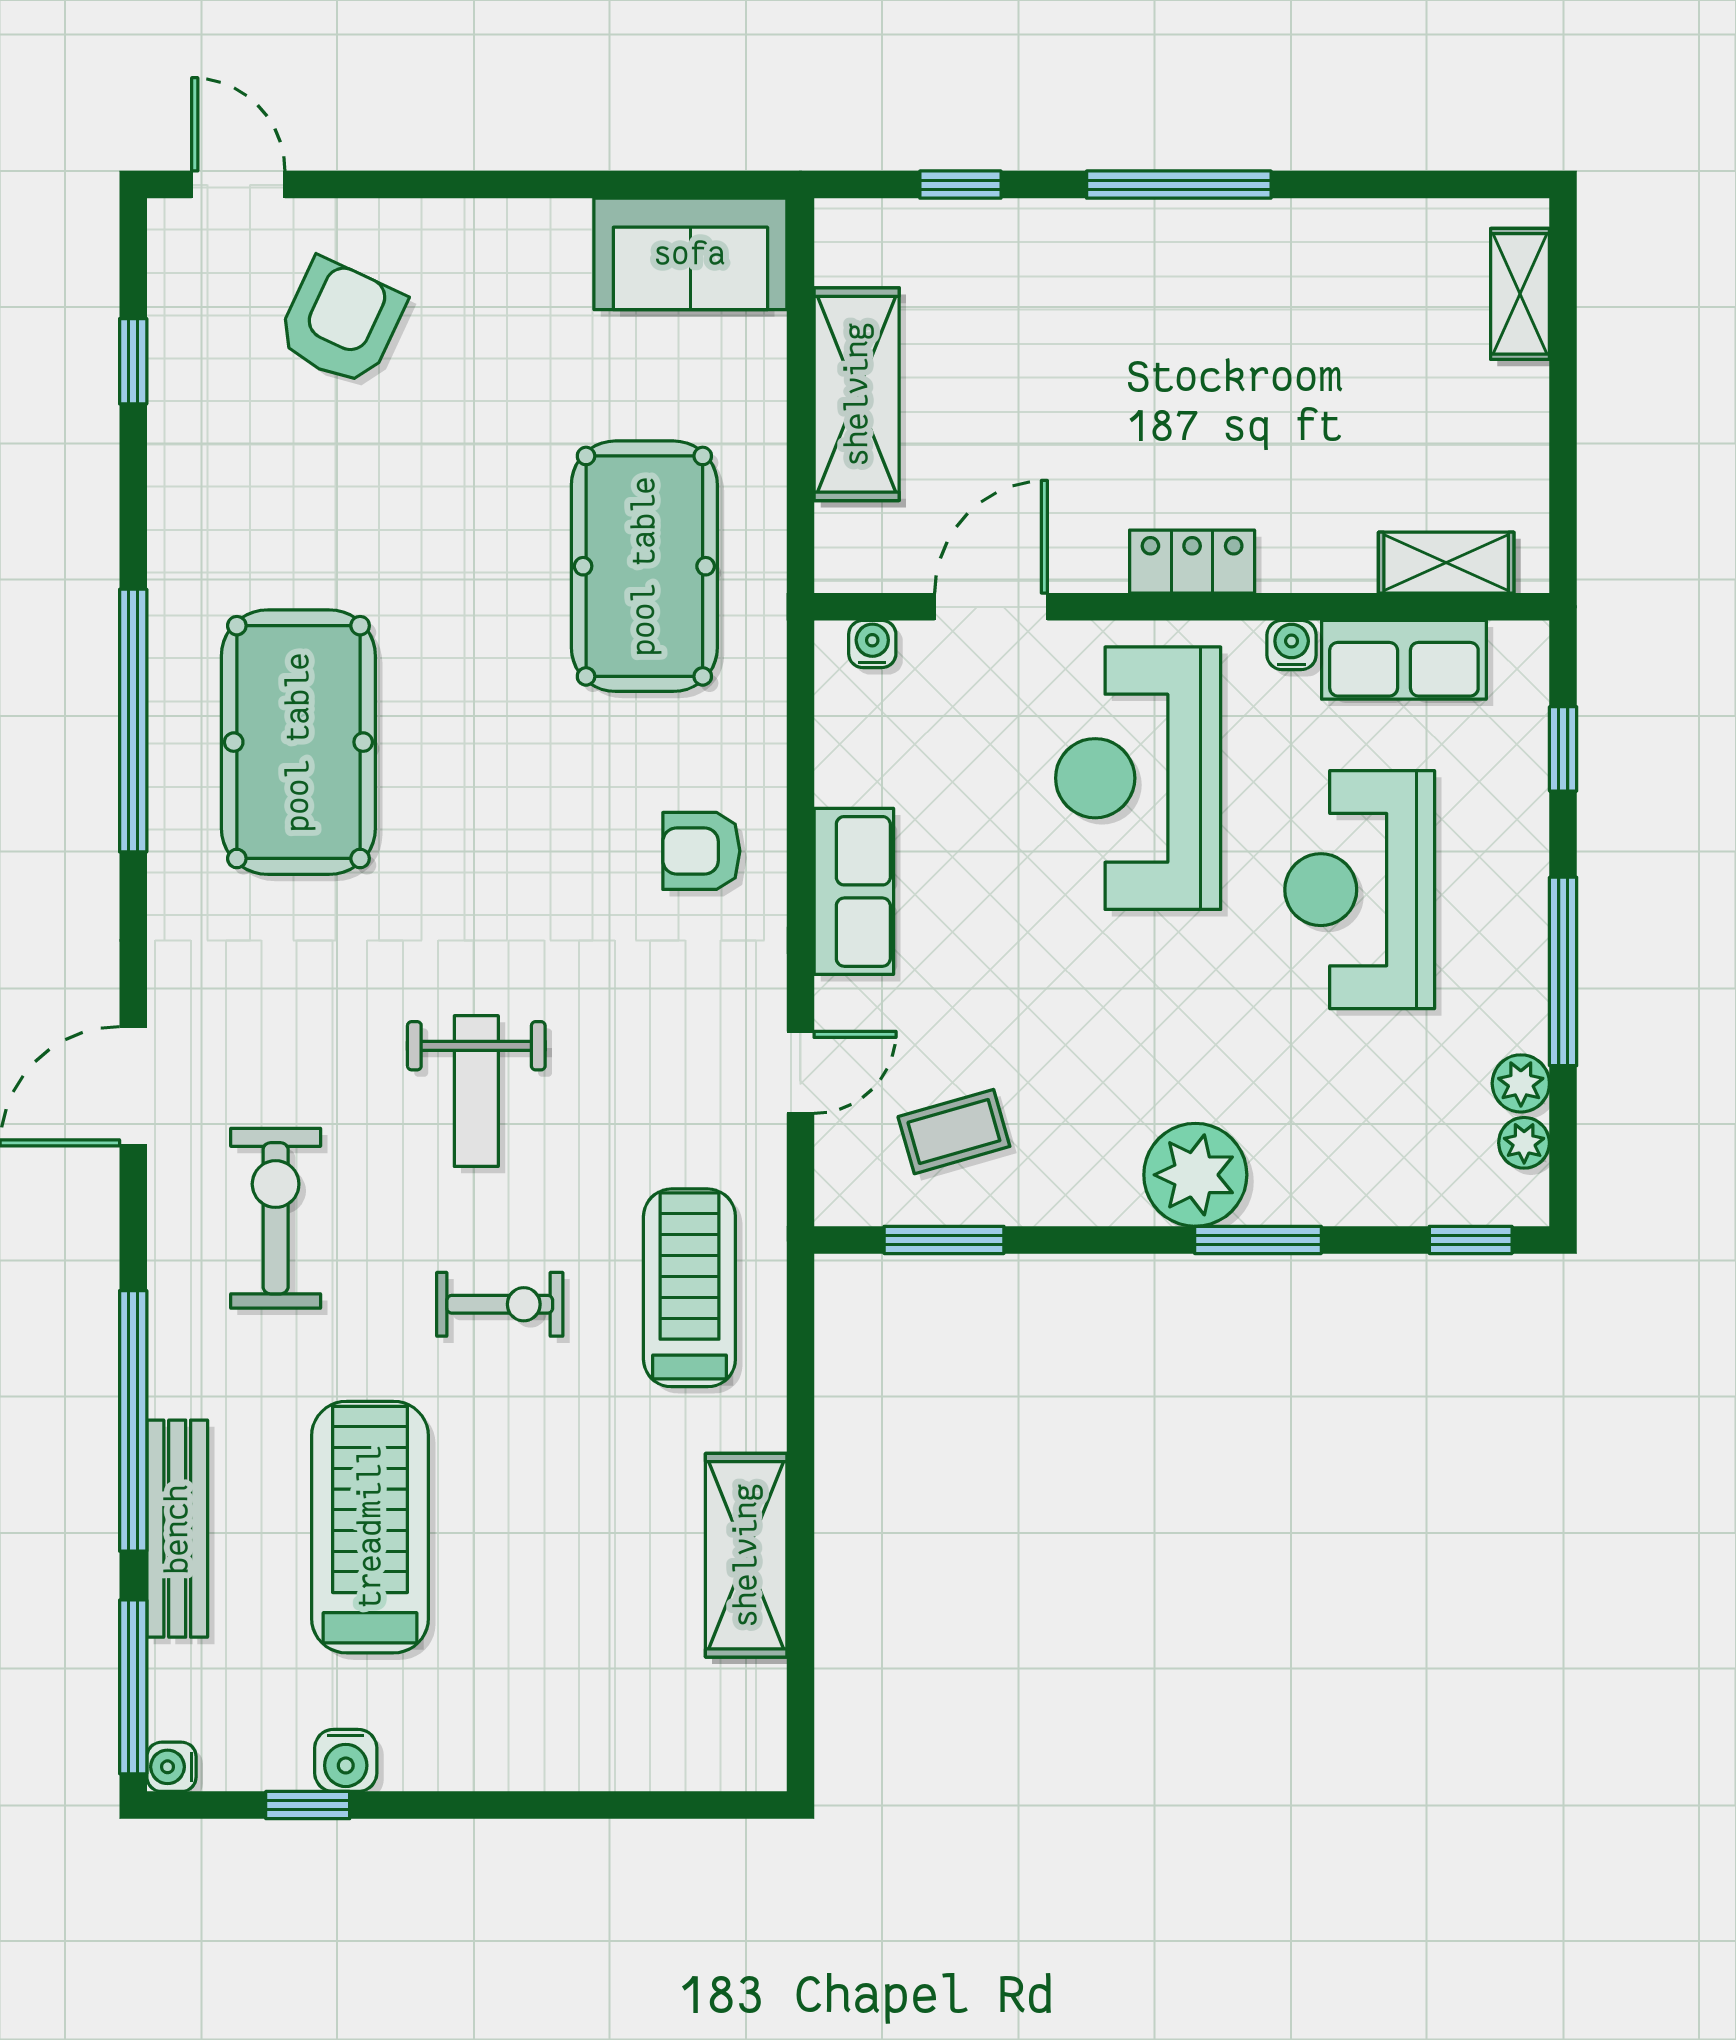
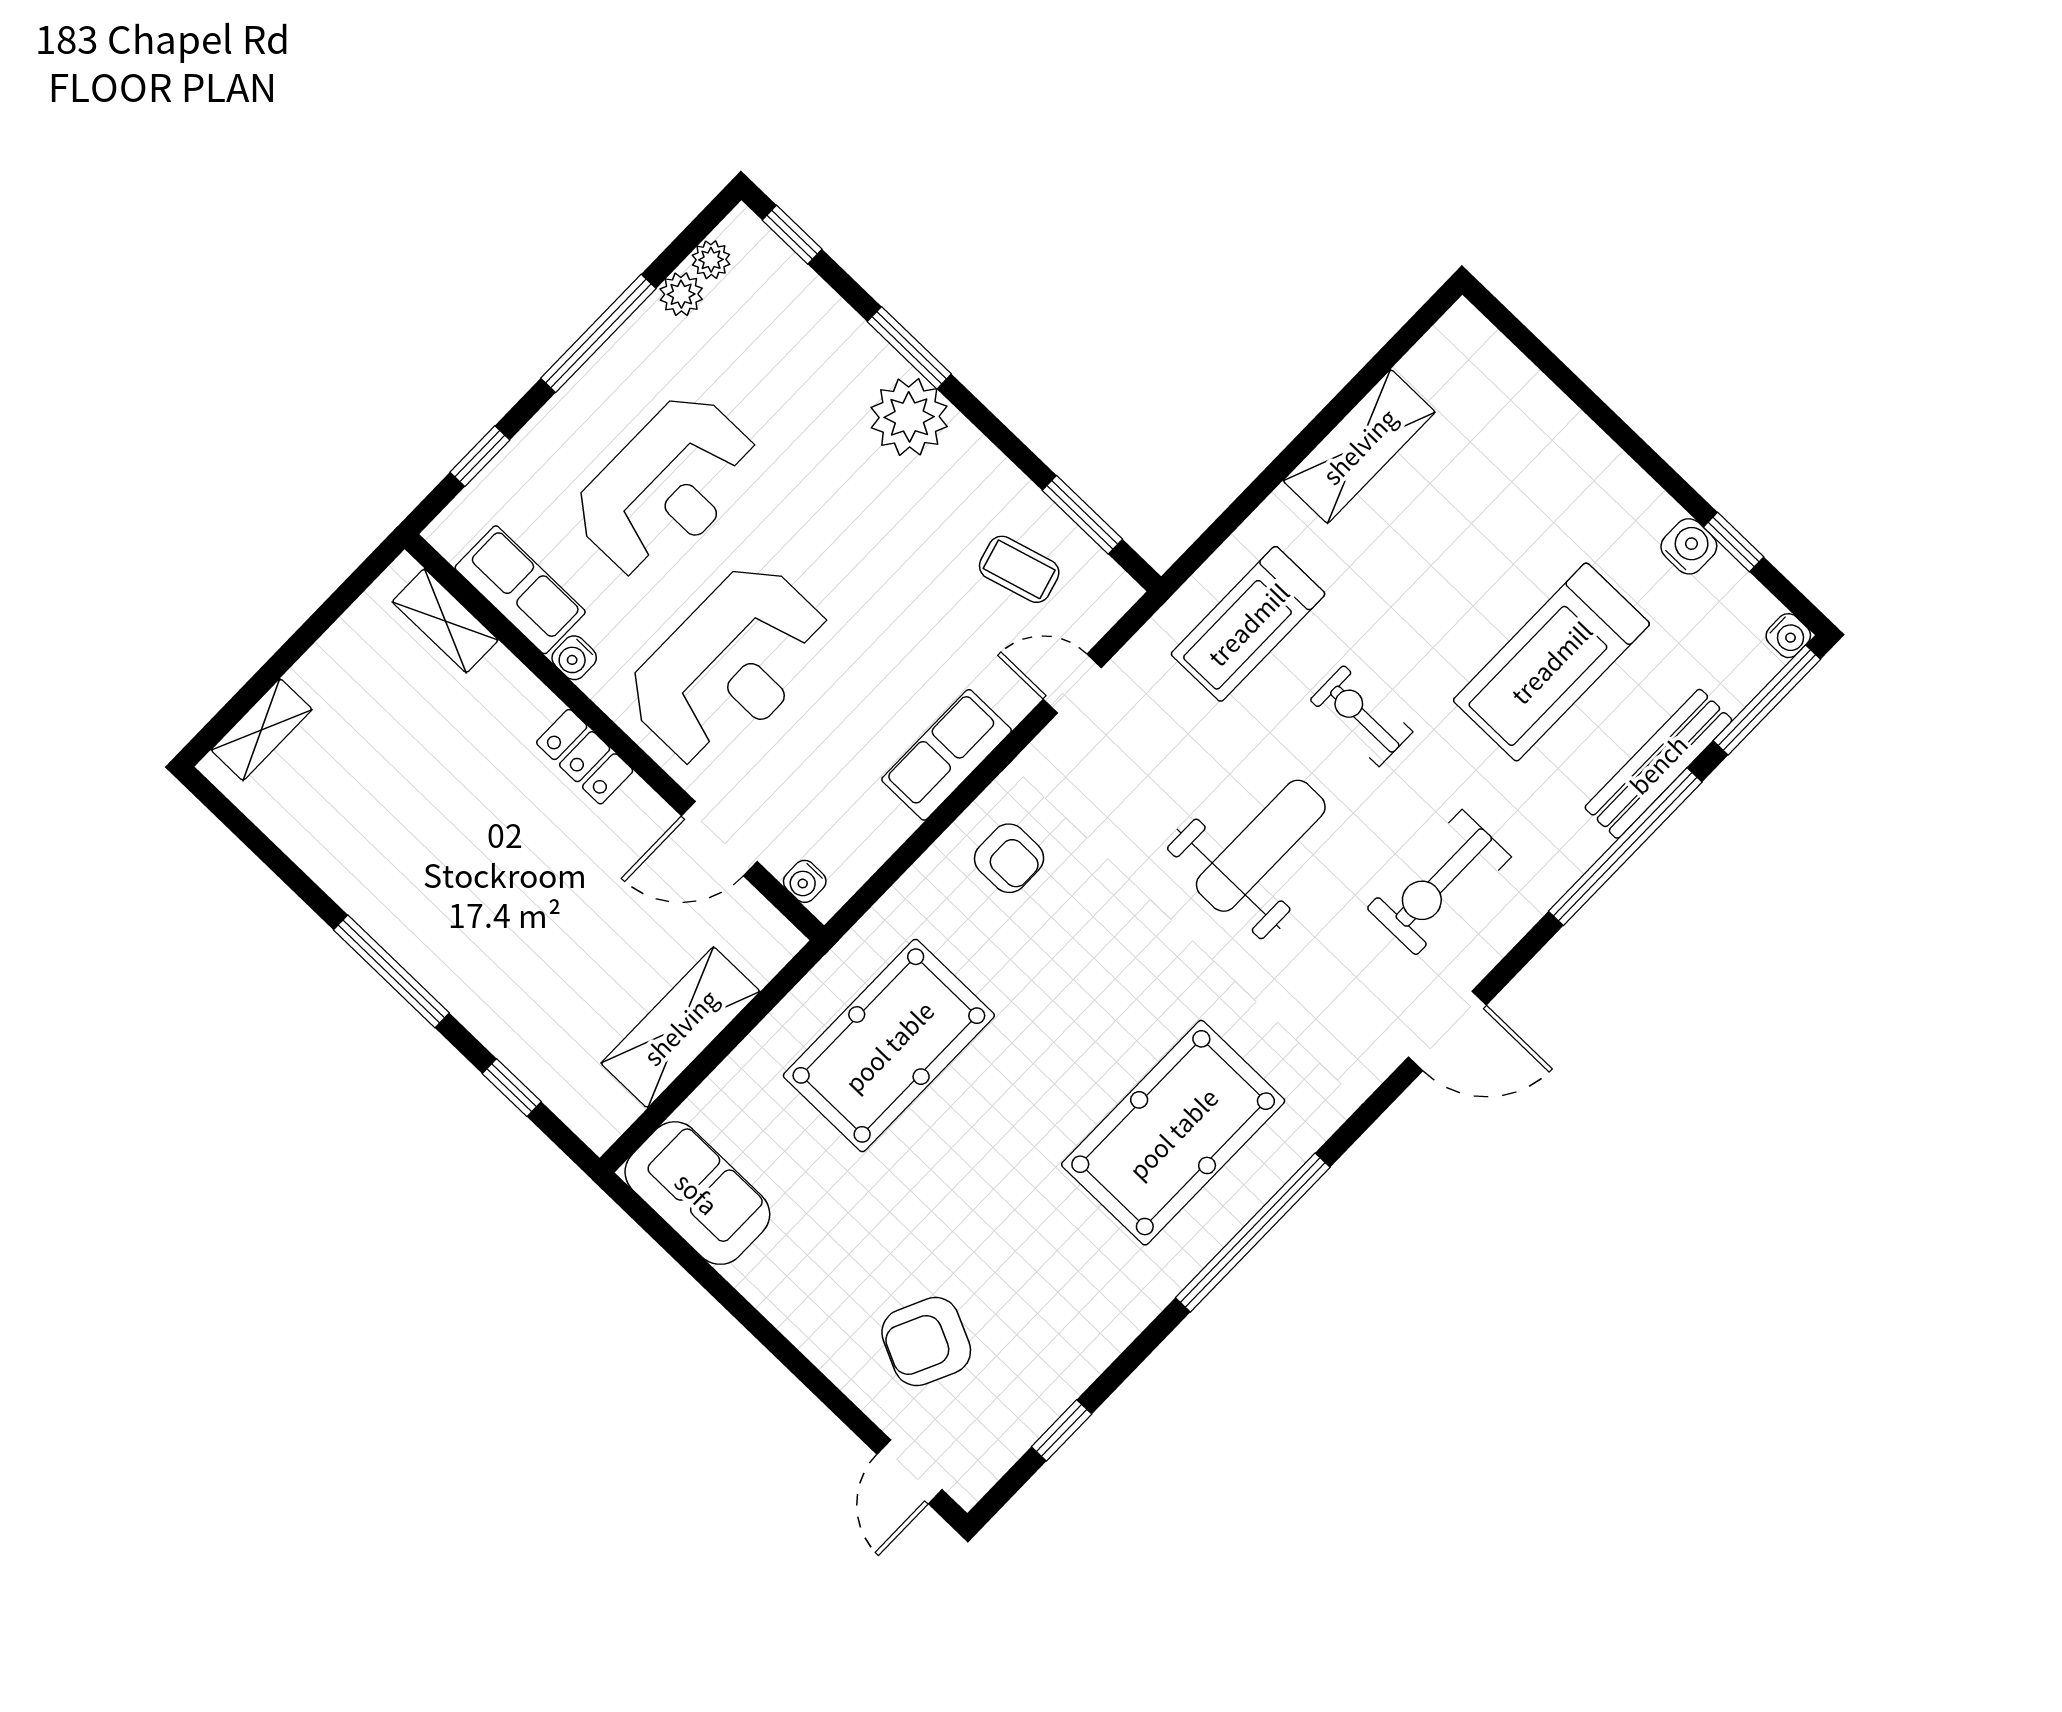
weight bench: (476, 1091) -> (1261, 846), width x1.36, depth x1.33

